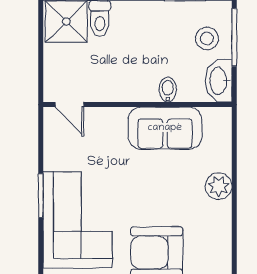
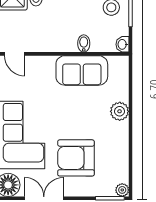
washbasin: (219, 81) -> (123, 44), width x0.52, depth x0.69

